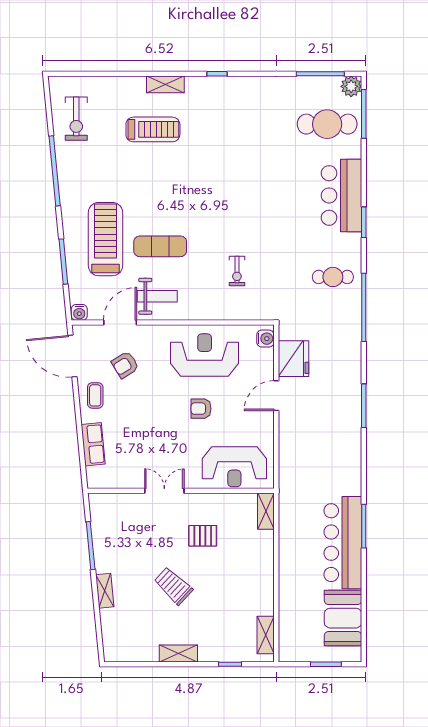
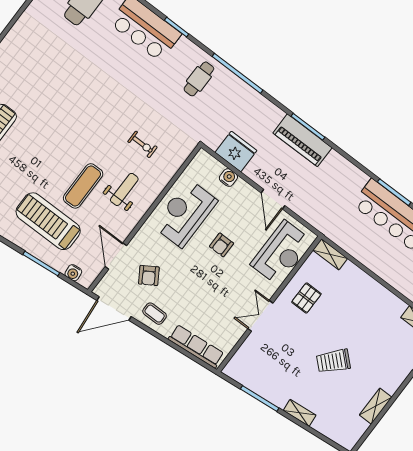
weight bench: (157, 296) -> (124, 189), moved
water cooler: (79, 312) -> (73, 273), moved, turned 85
water cooler: (265, 339) -> (228, 178), moved
door: (276, 396) -> (273, 199), moved
piano: (348, 410) -> (302, 140), added
row of seats: (93, 444) -> (196, 346), width x1.48
pallet: (203, 536) -> (306, 298), moved
shelving: (178, 654) -> (376, 406), moved

